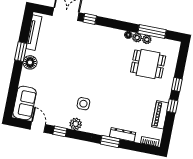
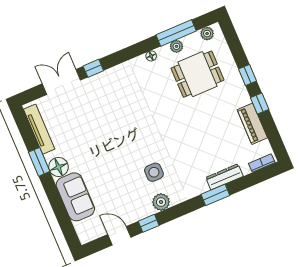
plant: (137, 38) -> (207, 34), moved
sofa: (25, 103) -> (75, 197), moved

